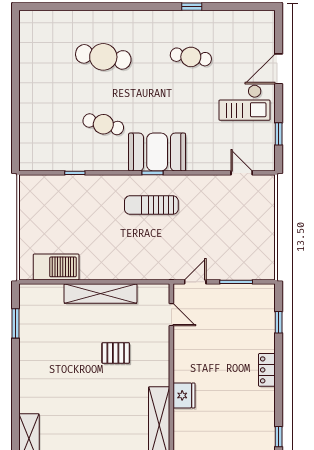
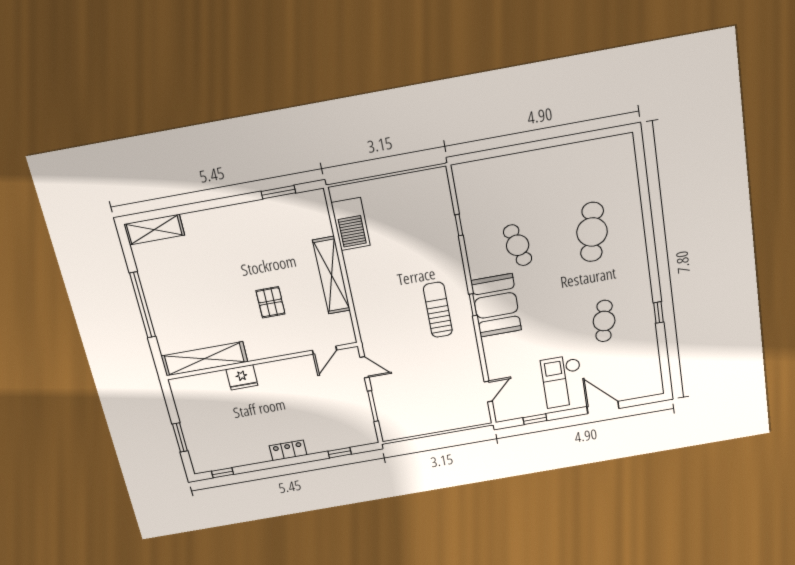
cafe table: (103, 124) -> (518, 245), turned -30

